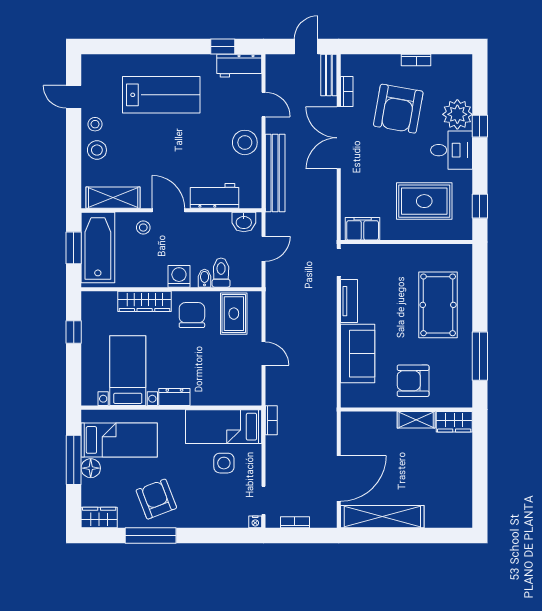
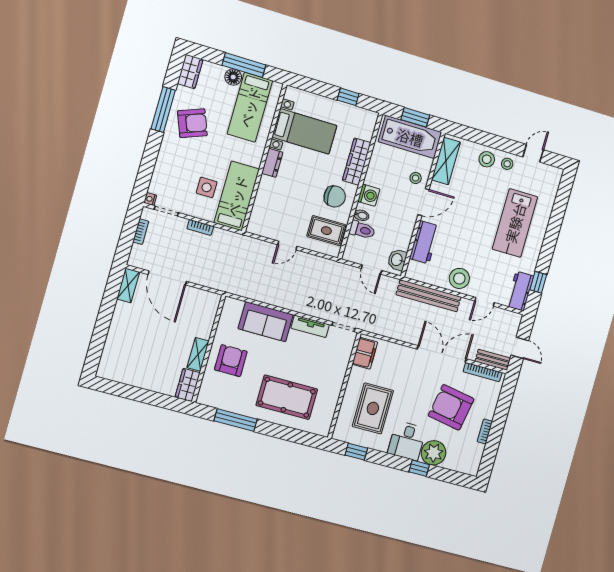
bookcase: (347, 91) -> (483, 372), width x1.56
bookcase: (271, 420) -> (200, 227), moved
shelving: (382, 517) -> (128, 285), width x0.45, depth x0.75

